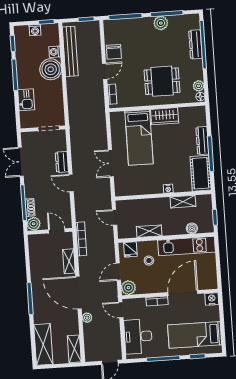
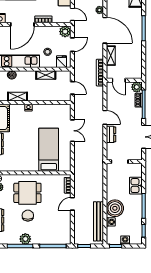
chair: (114, 52) -> (28, 216), moved
wardrobe: (165, 116) -> (27, 165), removed

